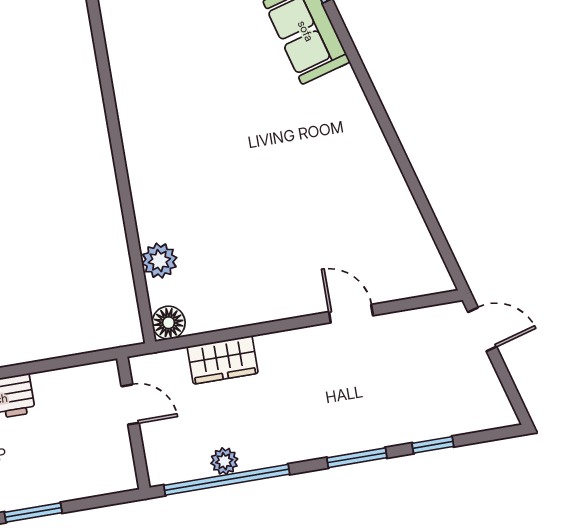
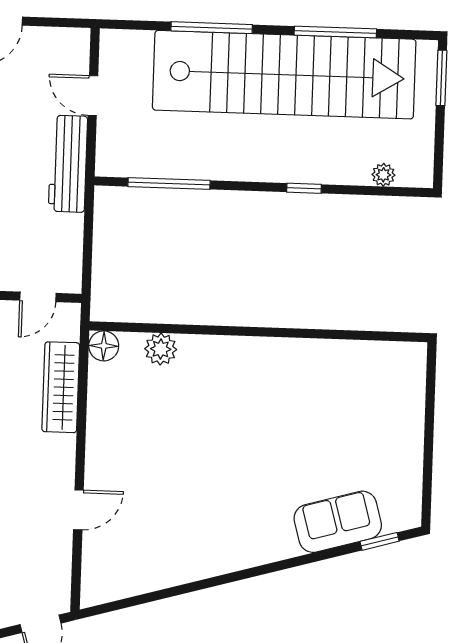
wardrobe: (223, 360) -> (61, 387), width x1.50

